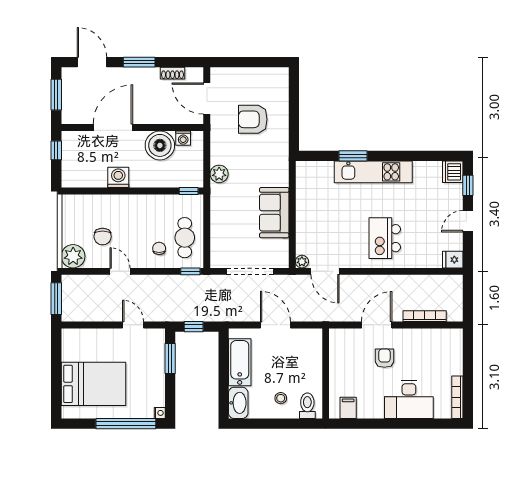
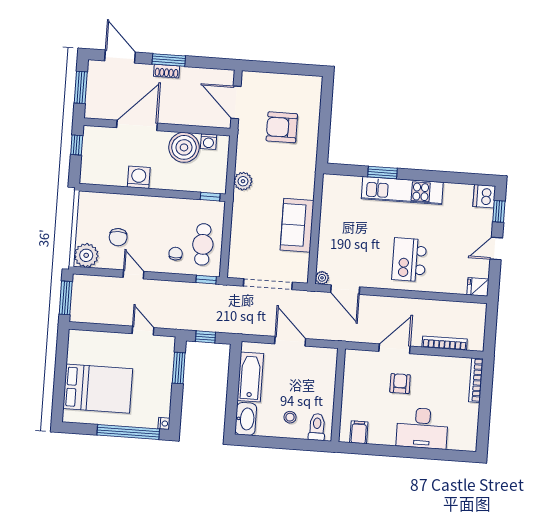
shoe rack: (172, 73) -> (167, 71), moved
bookcase: (457, 397) -> (476, 380), moved

